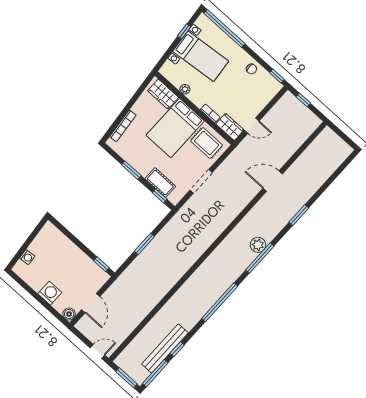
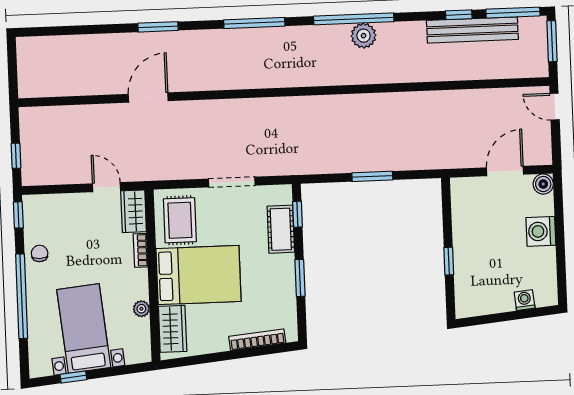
window: (224, 28) -> (22, 296), moved
door: (273, 181) -> (148, 98), swing flipped
plant: (258, 245) -> (364, 36), moved
window: (101, 264) -> (449, 261), moved

